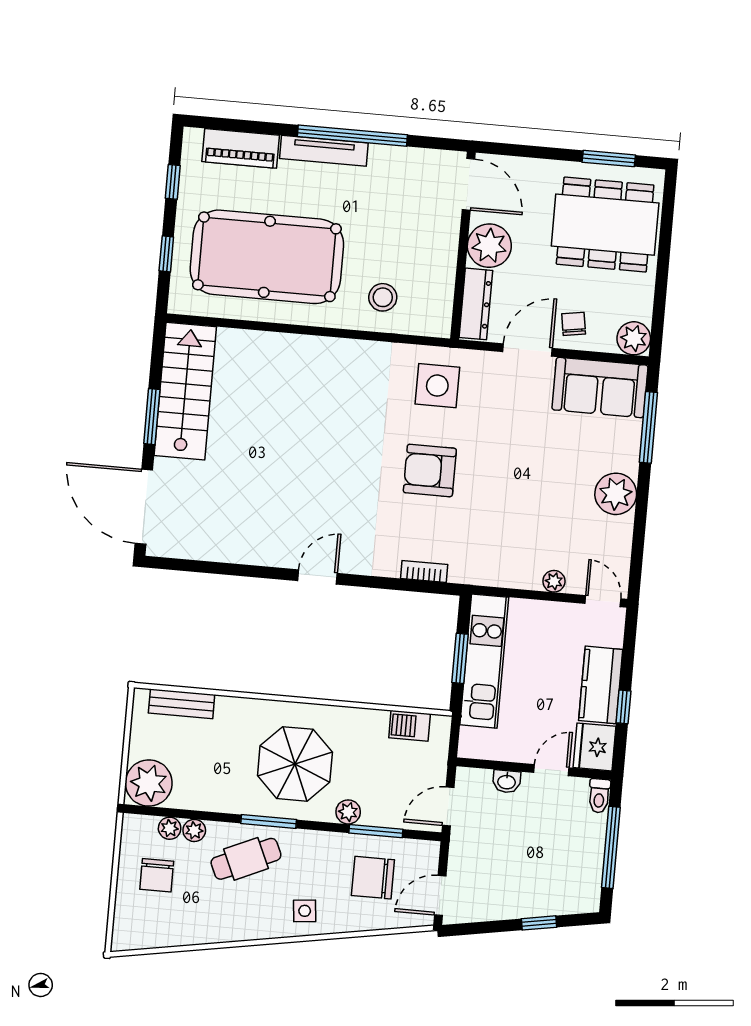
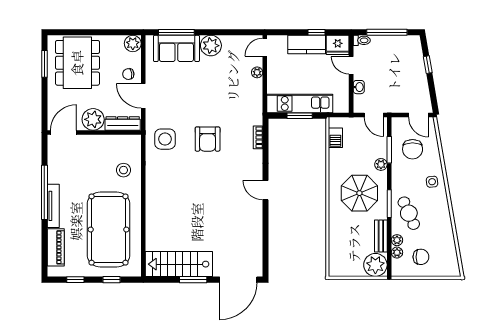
sofa: (600, 388) -> (176, 48), moved, turned 90
bench: (182, 704) -> (381, 236), moved

